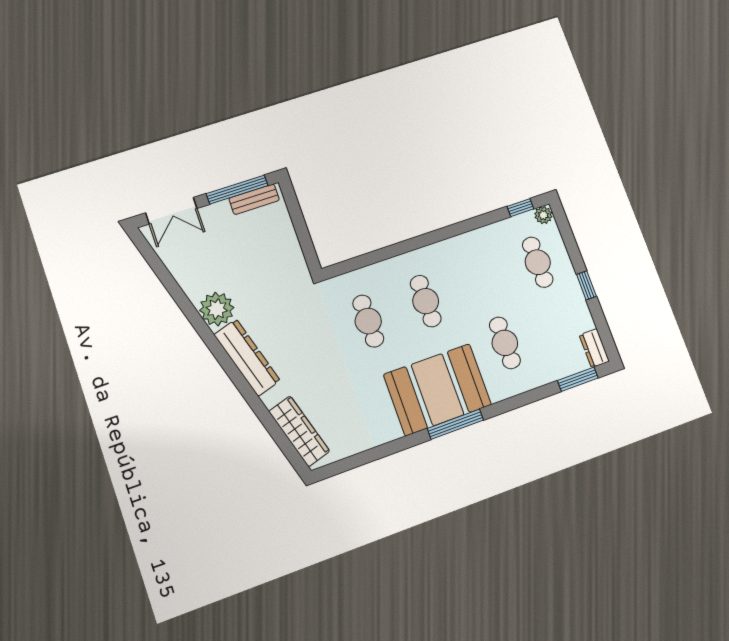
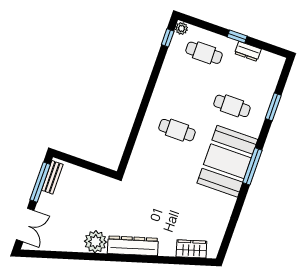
cafe table: (368, 321) -> (163, 169), removed
dresser: (594, 348) -> (248, 51), moved
window: (578, 379) -> (273, 107), moved
wardrobe: (299, 431) -> (191, 249), width x0.67

